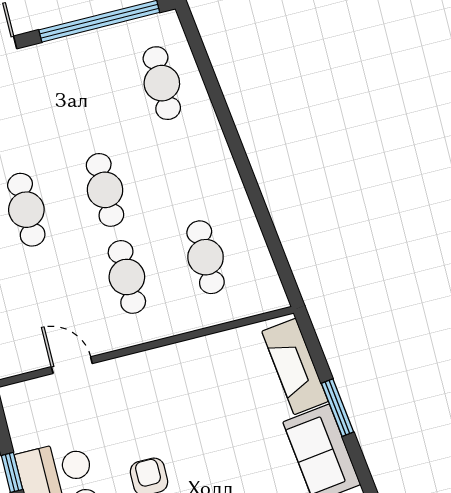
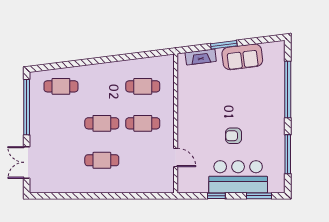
door: (72, 365) -> (176, 157), swing flipped
fireplace: (295, 366) -> (201, 57), width x0.73, depth x0.76

